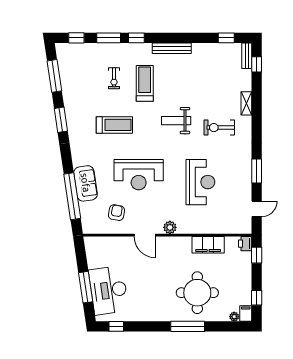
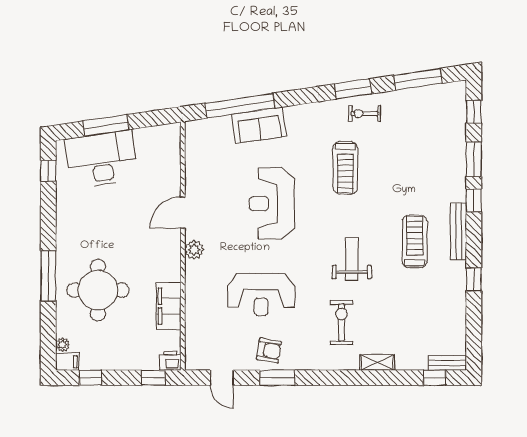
window: (226, 38) -> (474, 280), moved
bench: (172, 48) -> (458, 231), moved
exercise bike: (114, 78) -> (365, 114), moved
treadmill: (145, 83) -> (415, 241), moved, turned -90
armchair: (116, 213) -> (269, 350), moved

